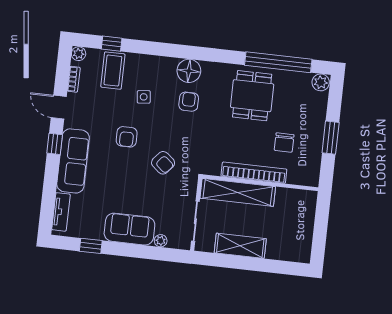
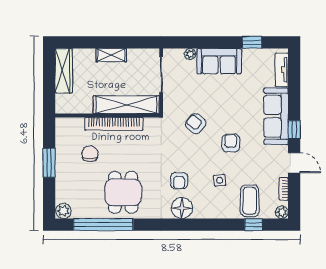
wardrobe: (303, 238) -> (64, 71), added
shelving: (240, 246) -> (111, 55), width x0.67, depth x0.75

